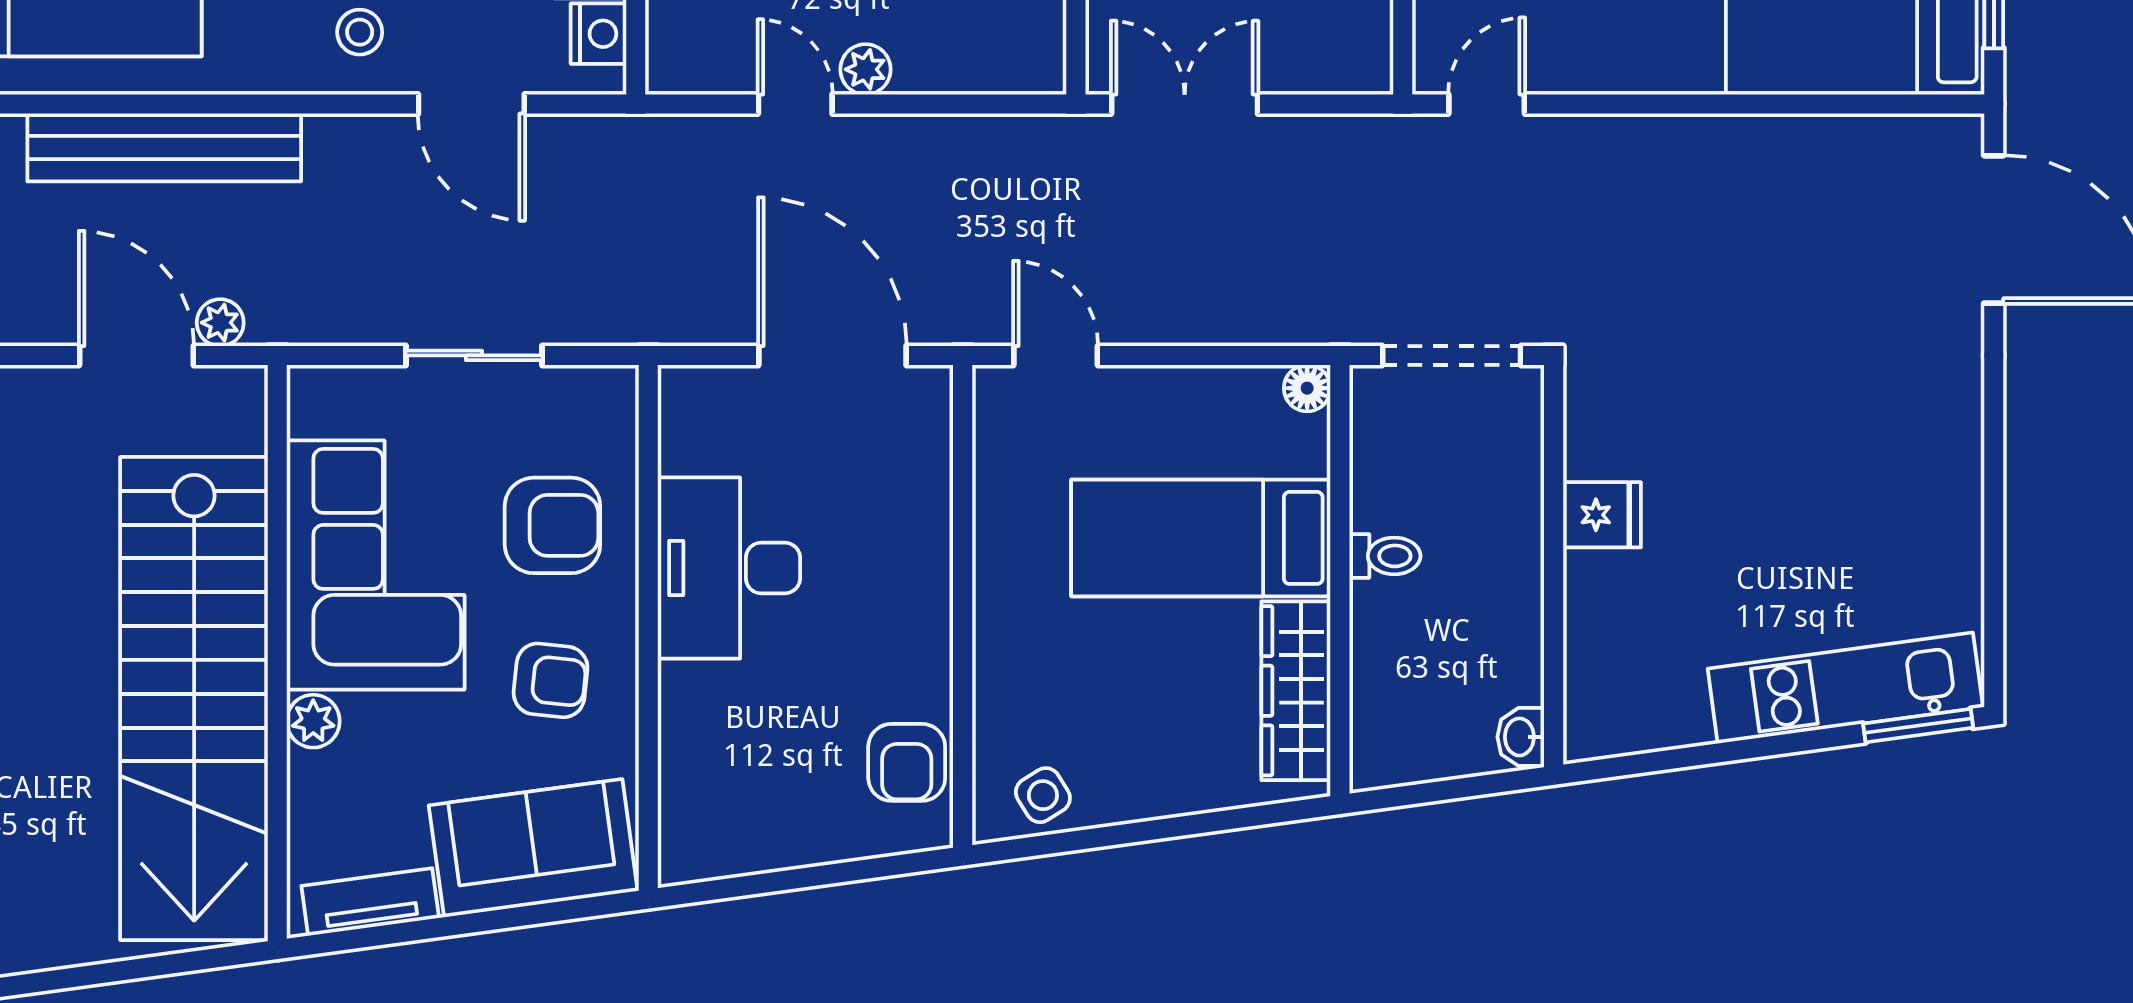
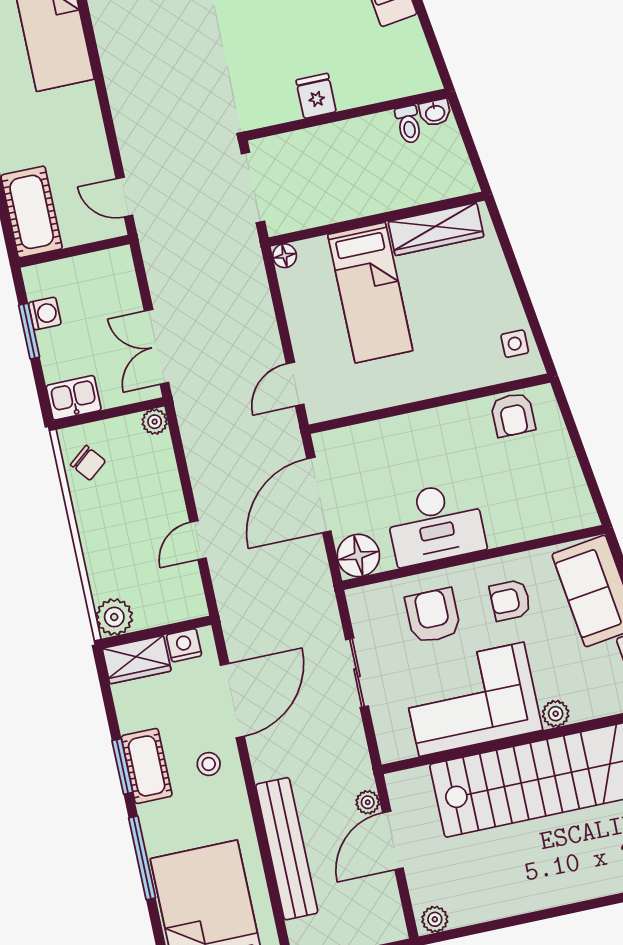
plant: (866, 69) -> (155, 422), moved
door: (471, 104) -> (232, 701), width x1.36
floor lamp: (699, 406) -> (358, 556), added
toilet: (1385, 556) -> (409, 125), moved, turned 180
armchair: (551, 680) -> (510, 600), turned -96
armchair: (907, 762) -> (513, 415), turned 90
side table: (1043, 795) -> (515, 344), turned 32

